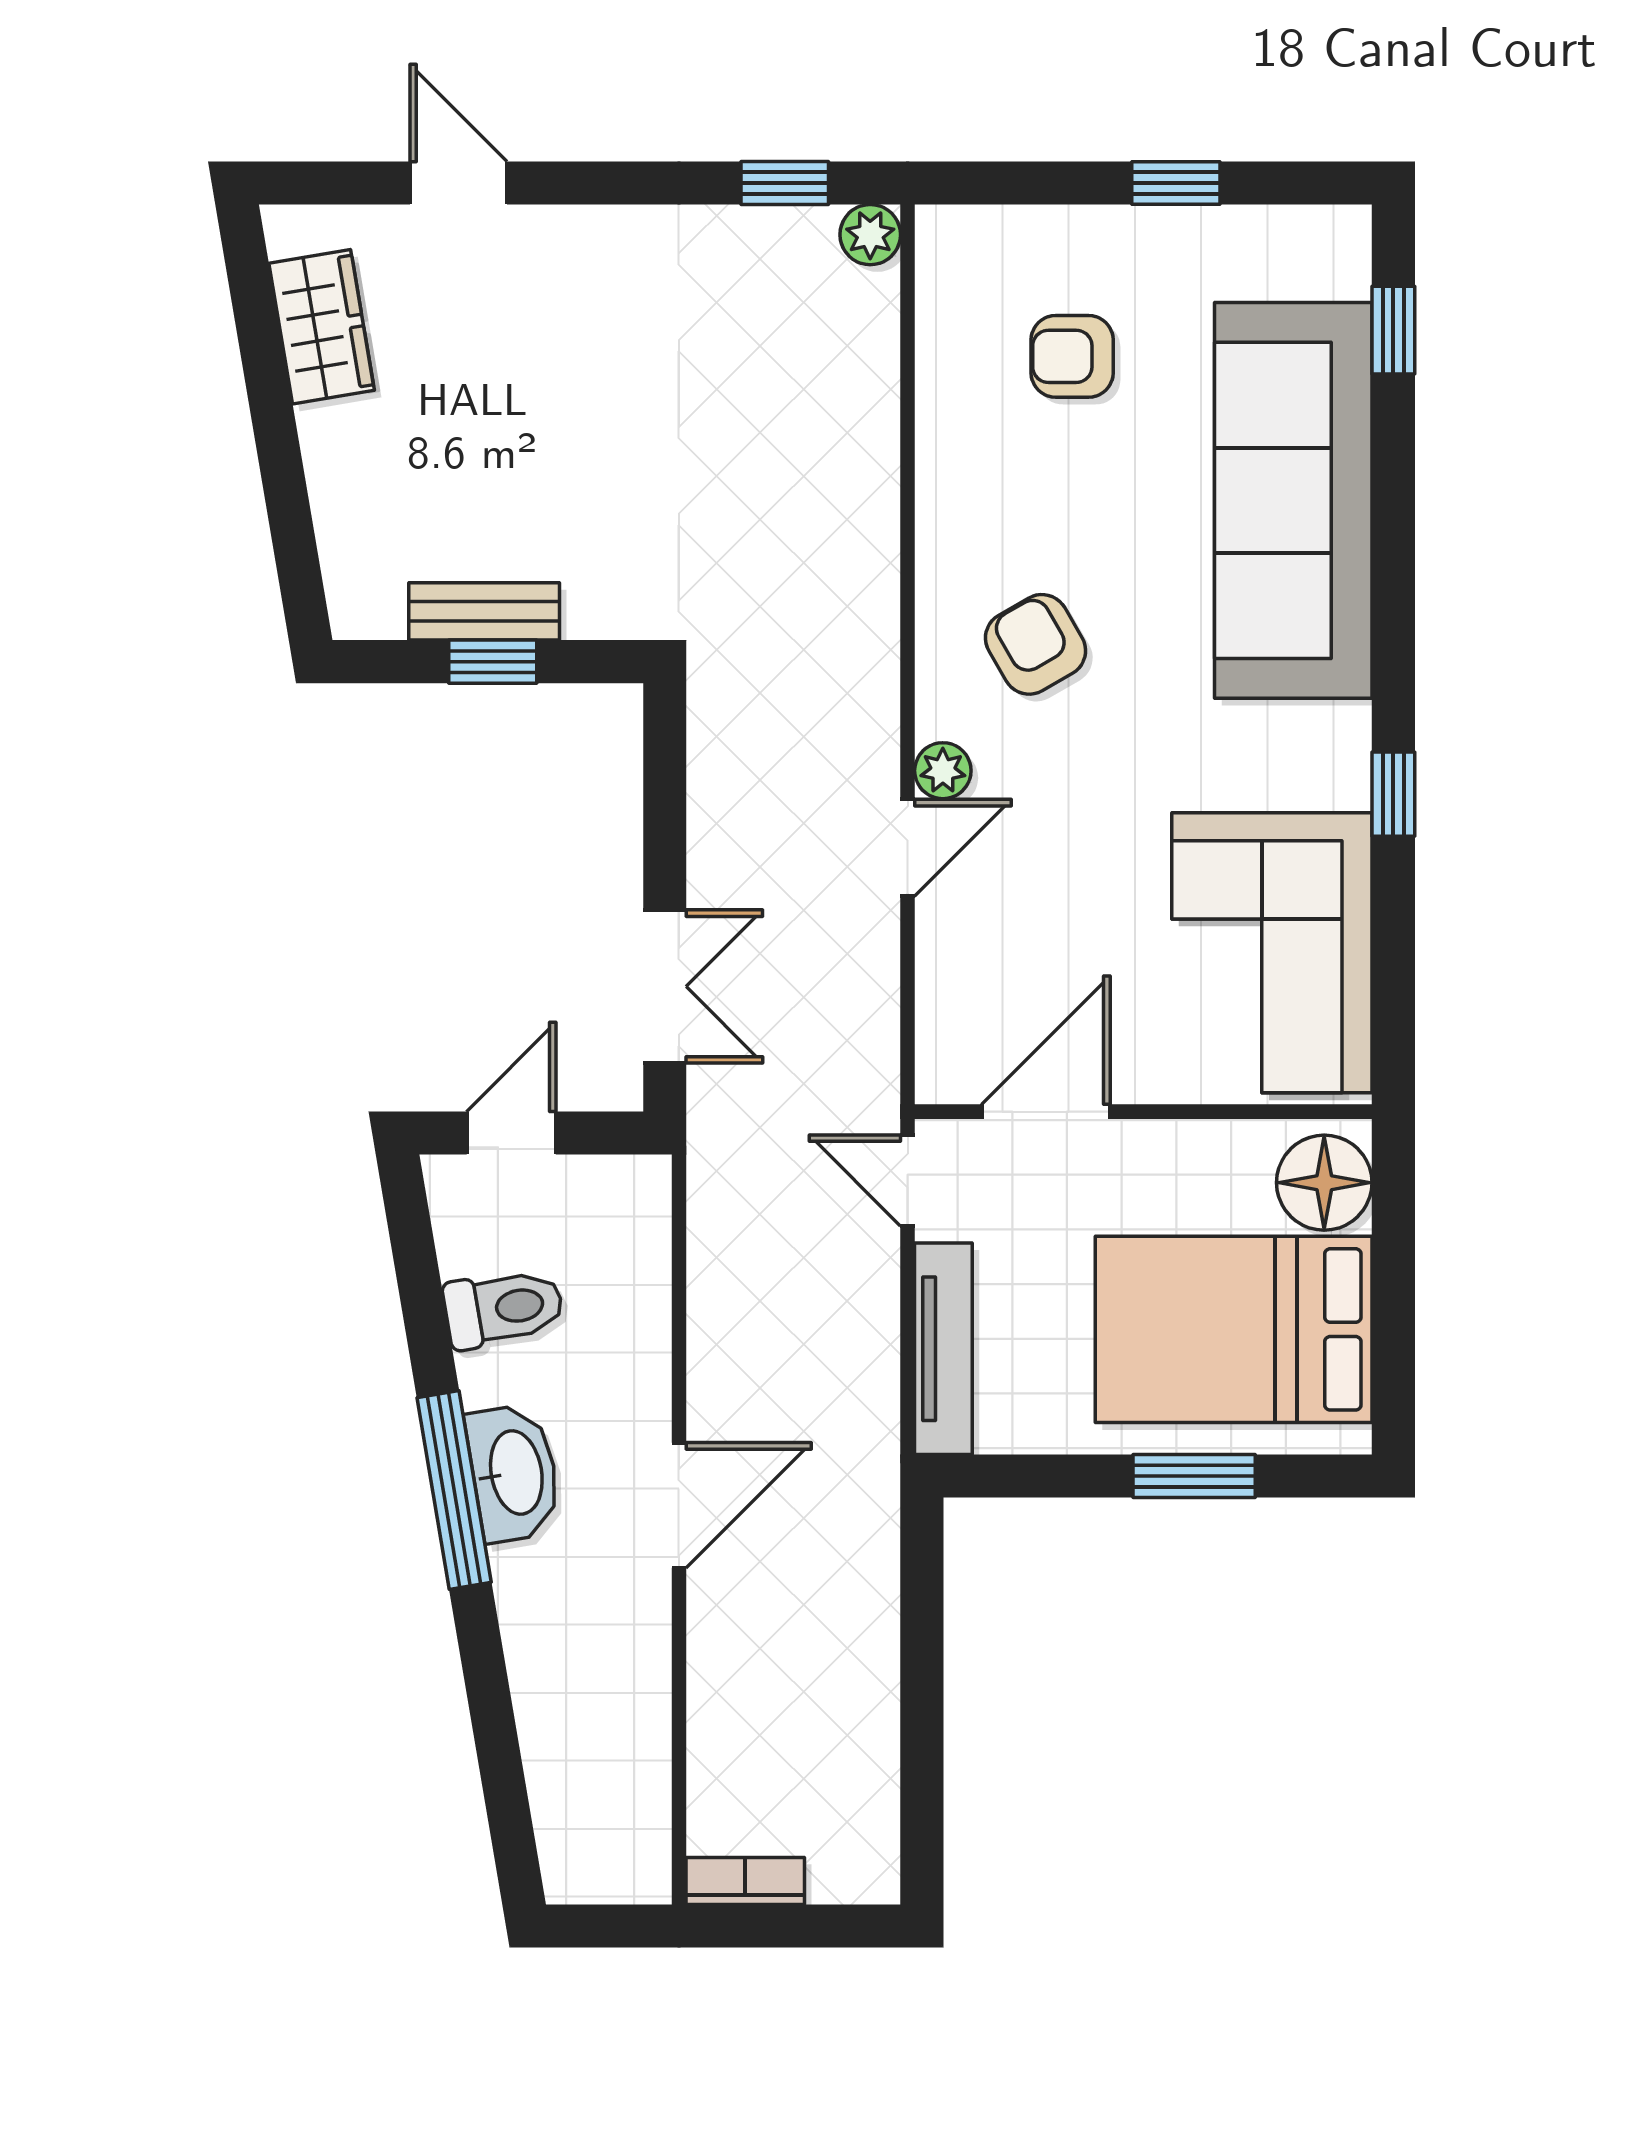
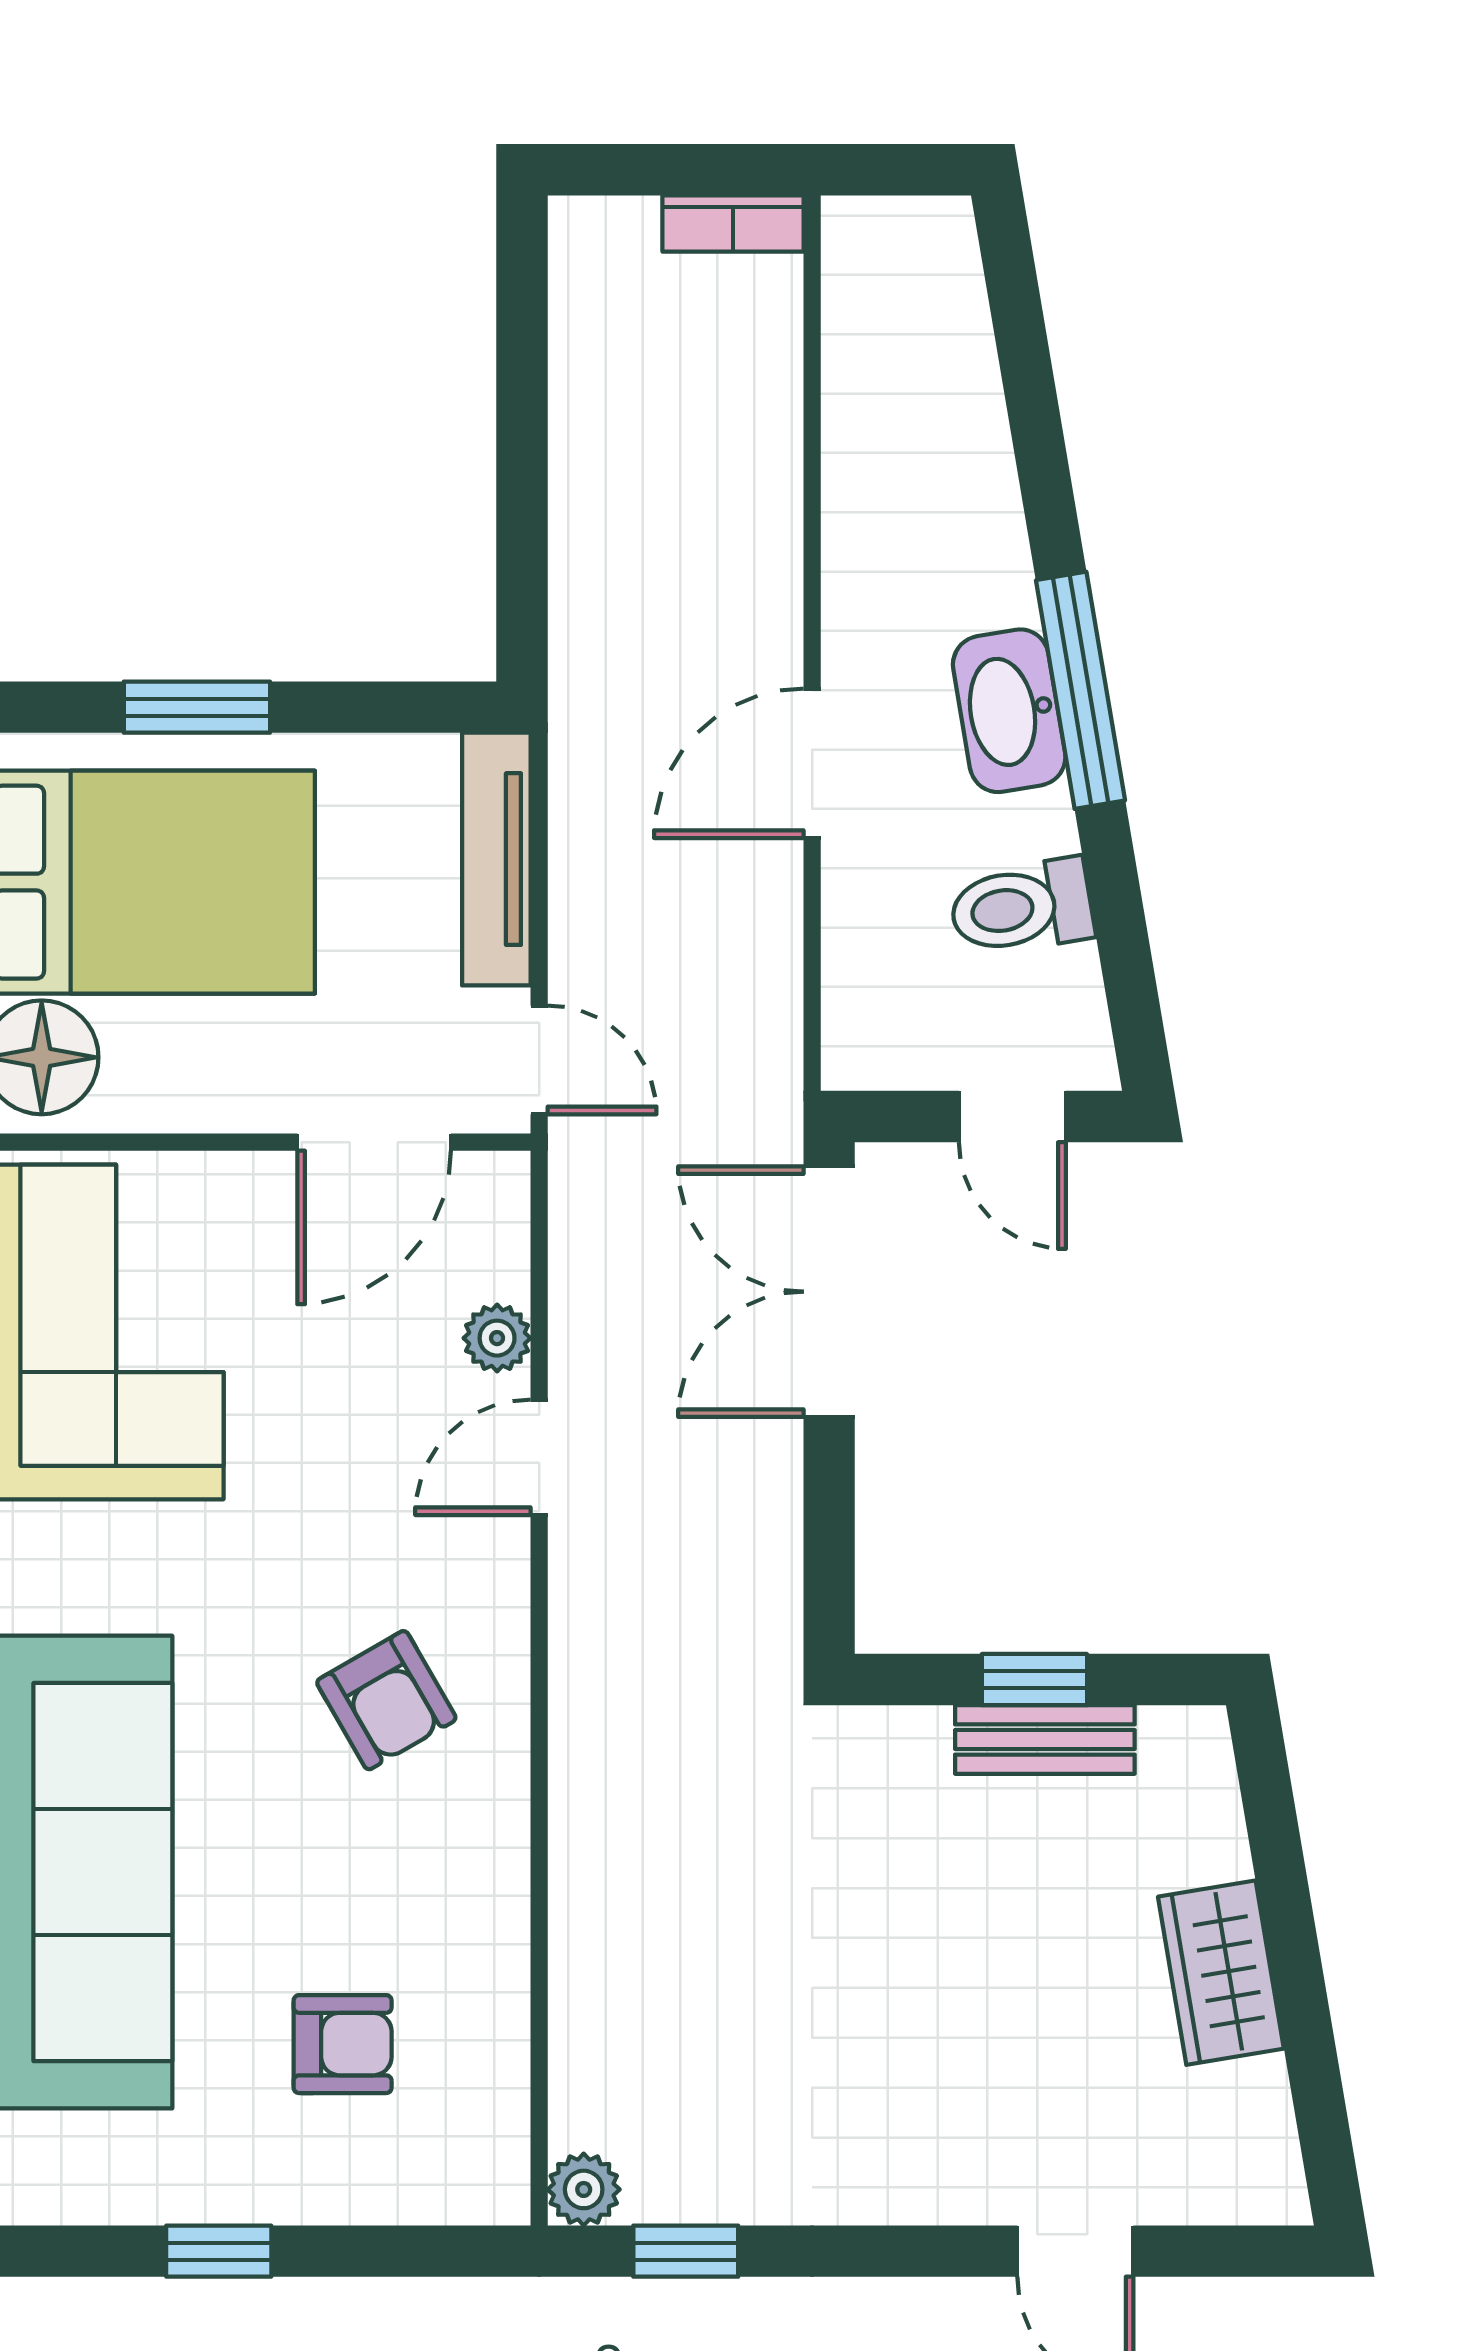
wardrobe: (322, 327) -> (1221, 1973), moved
plant: (943, 771) -> (497, 1338), moved
double door: (665, 986) -> (829, 1292), width x1.37
door: (511, 1133) -> (1012, 1117), hinge flipped
door: (679, 1505) -> (812, 763), moved

